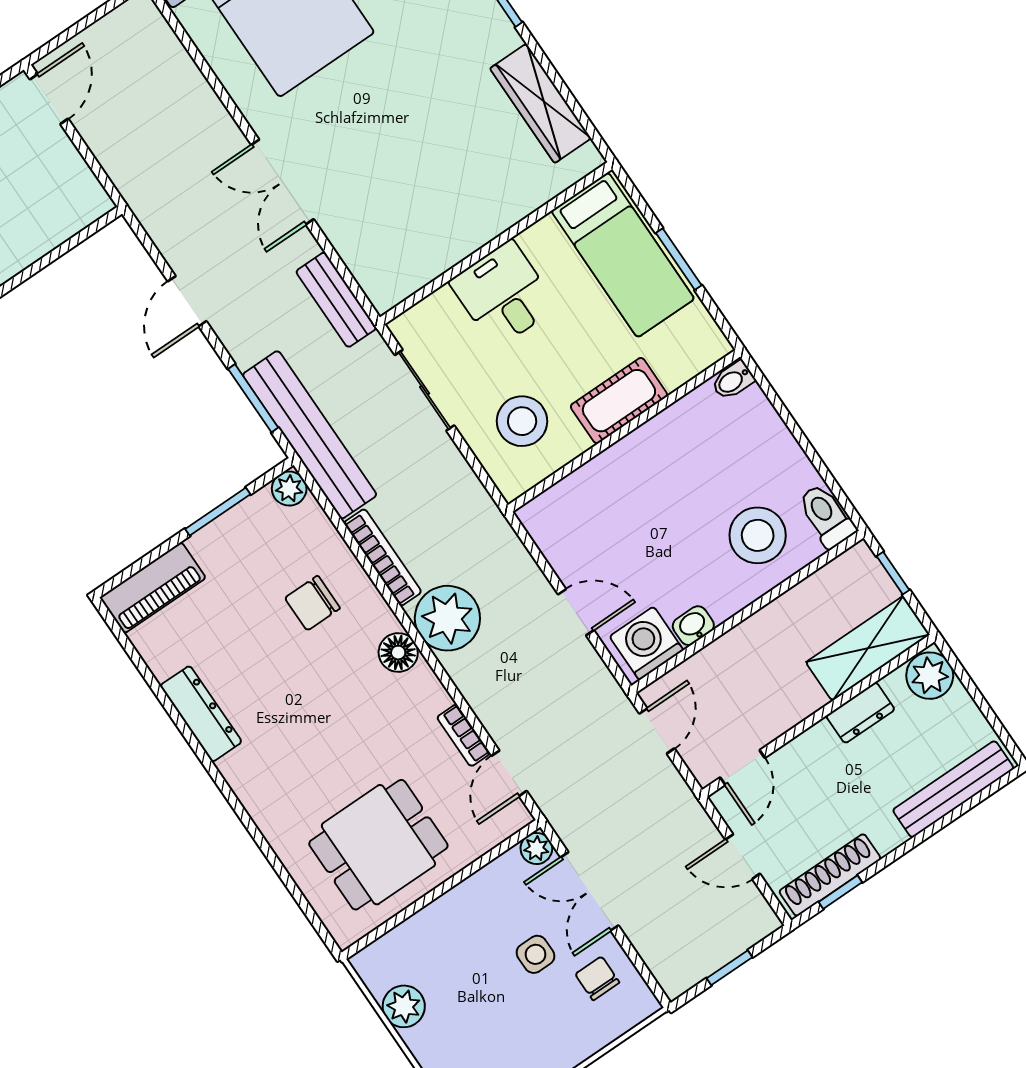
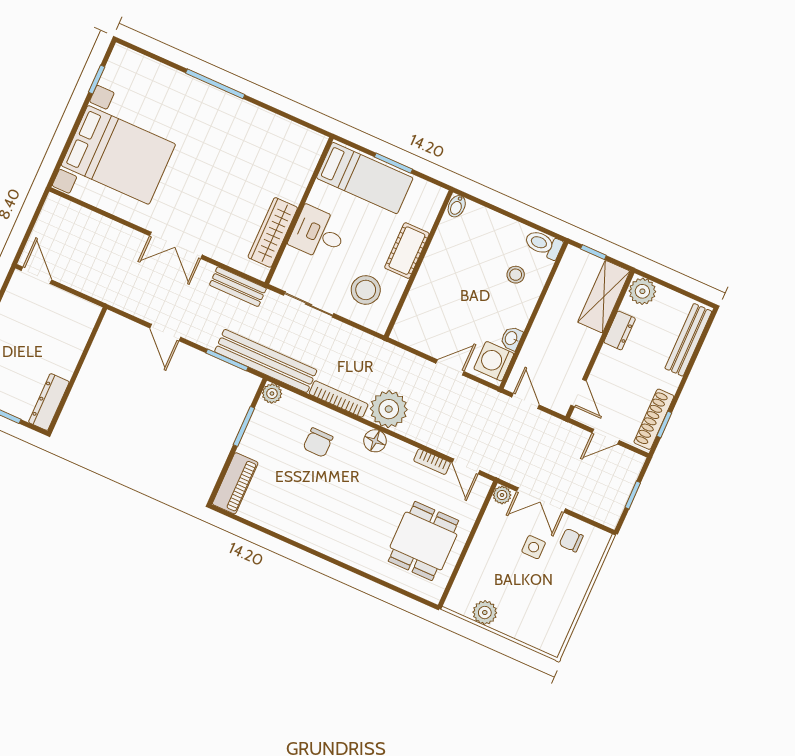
wardrobe: (541, 103) -> (273, 232), moved, turned 90
stool: (758, 535) -> (516, 275), width x0.53, depth x0.53
dresser: (201, 714) -> (297, 531), removed

